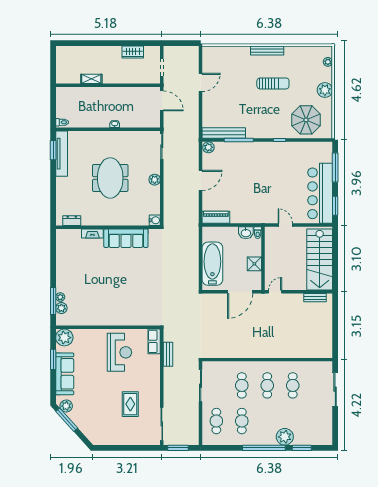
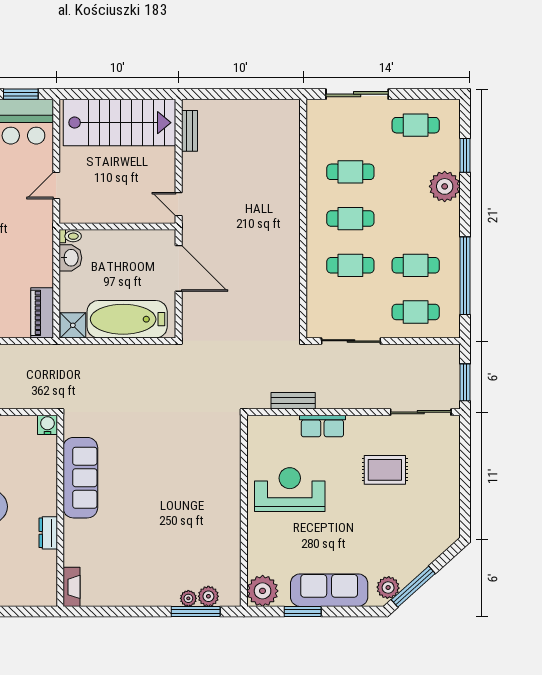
dresser: (72, 221) -> (48, 533), moved
fireplace: (92, 233) -> (72, 587), moved
shower: (254, 264) -> (73, 325), moved
row of seats: (154, 341) -> (322, 426), moved
cafe table: (318, 421) -> (416, 125), added
window: (264, 448) -> (465, 276), moved

